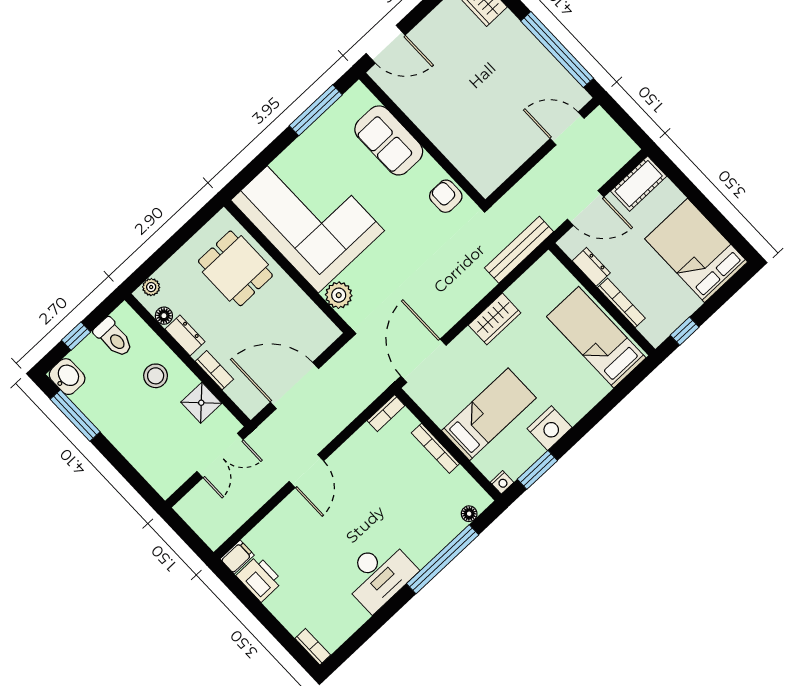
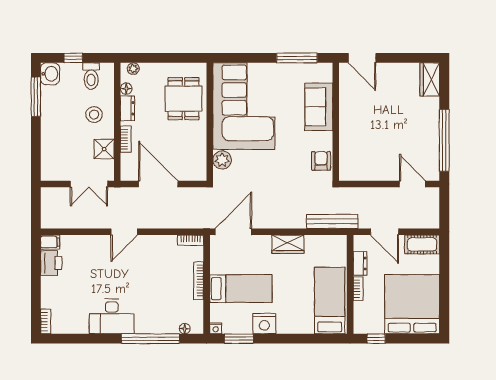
bed: (696, 250) -> (412, 304), width x1.36
bookcase: (621, 303) -> (358, 289), width x0.64

